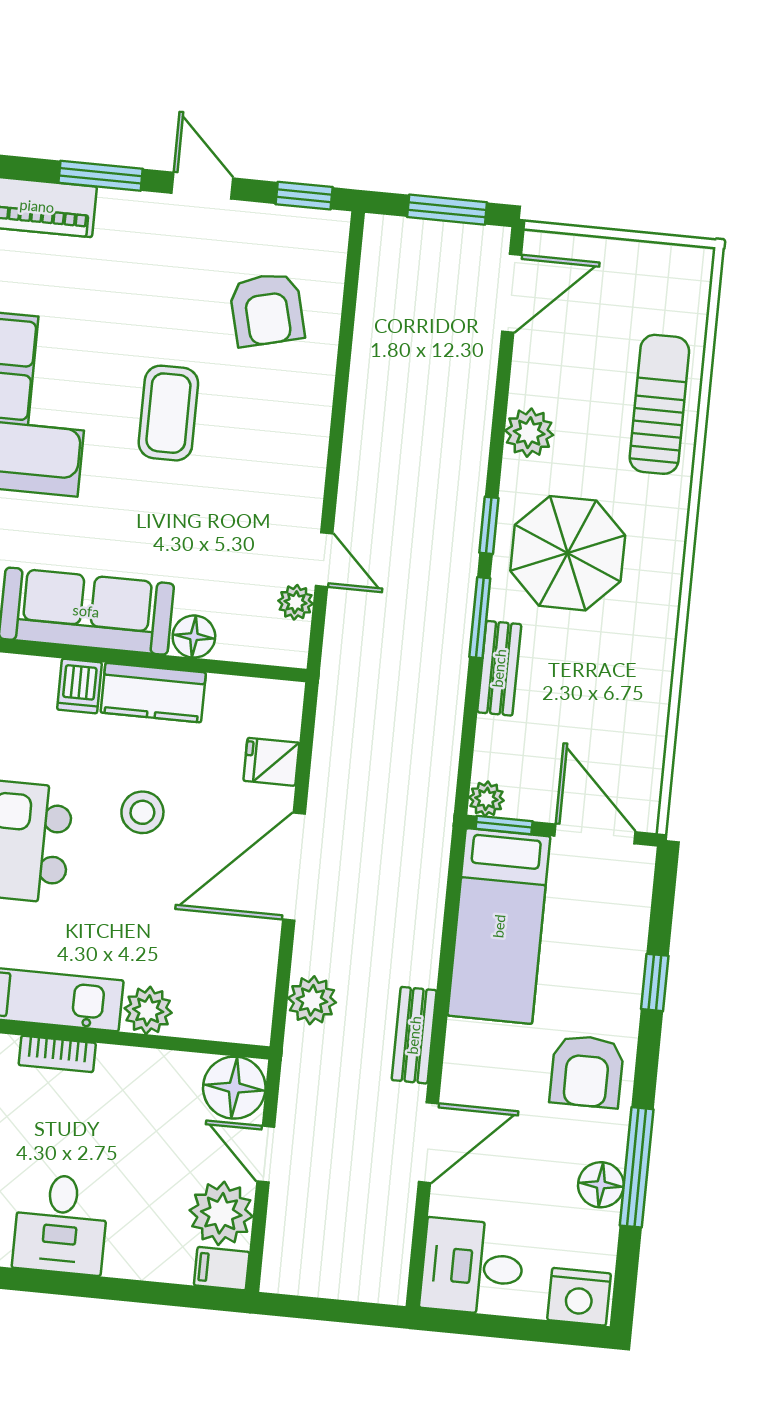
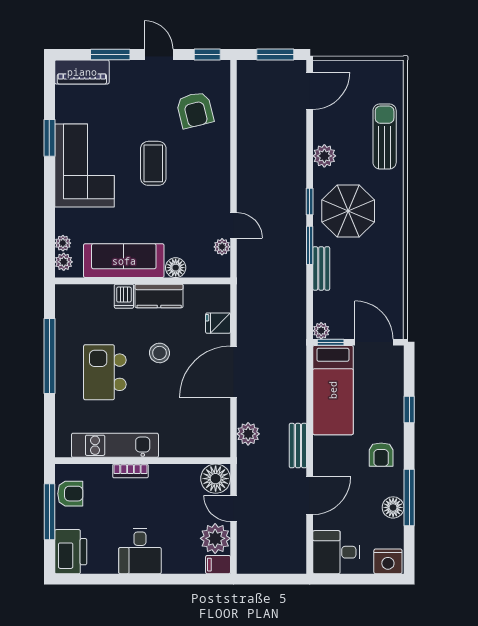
plant: (148, 1010) -> (171, 446), removed
armchair: (587, 1071) -> (381, 455), width x0.72, depth x0.72

